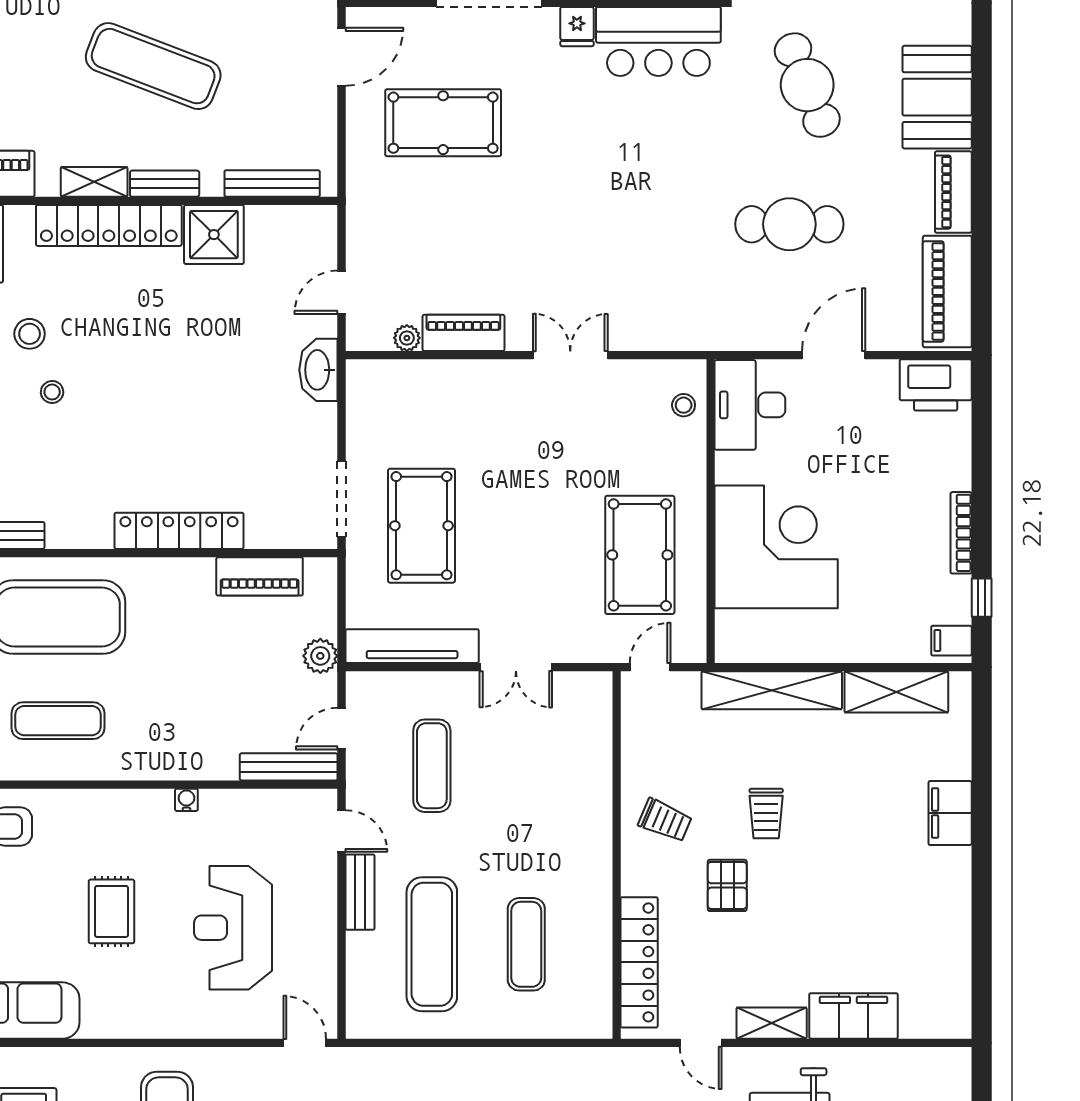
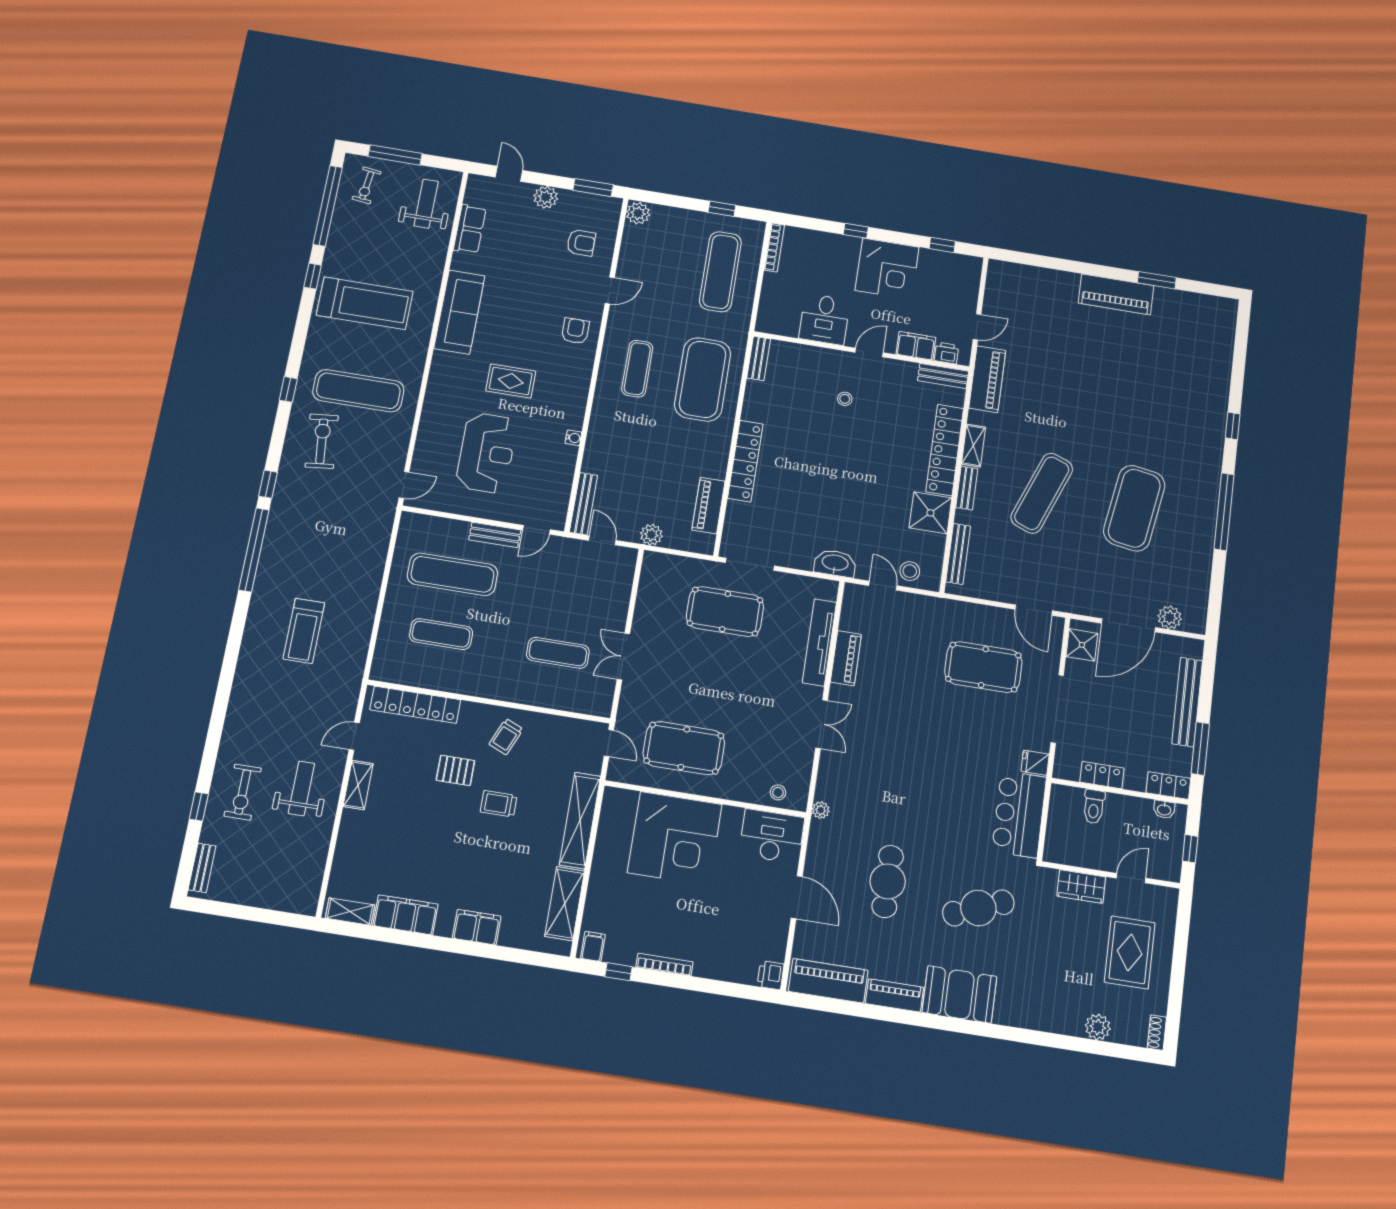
pool table: (443, 123) -> (983, 667), turned 90
stool: (30, 334) -> (910, 571), moved
plant: (407, 338) -> (821, 810), moved
printer: (936, 385) -> (771, 975), width x0.53, depth x0.68
tv unit: (412, 646) -> (819, 642), moved, turned 180
exercise mat: (432, 766) -> (558, 653), moved
reception desk: (233, 928) -> (487, 453), turned 90
shelving: (956, 999) -> (350, 912), added
filing cabinet: (853, 1016) -> (405, 915), moved, turned -90

